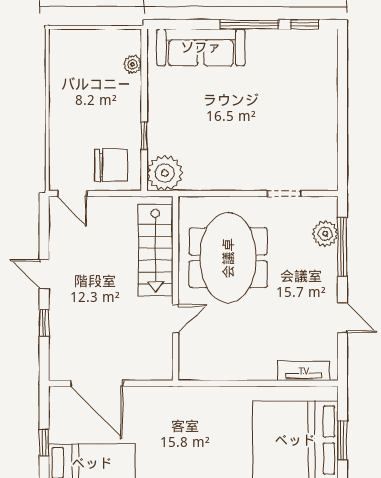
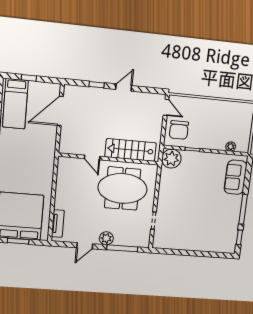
sofa: (201, 47) -> (235, 177), width x0.73
door: (72, 194) -> (166, 107), swing flipped
plant: (325, 234) -> (106, 238), moved

